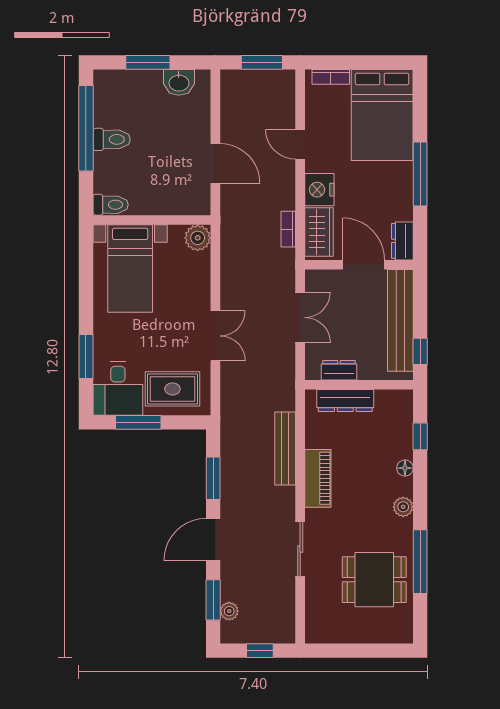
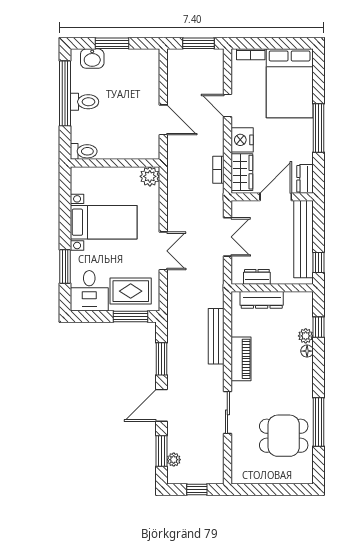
washbasin: (179, 82) -> (92, 59), moved
door: (364, 265) -> (276, 197), hinge flipped
bed with nightstands: (130, 269) -> (104, 222), moved, turned -90
window: (138, 422) -> (131, 316), moved
plant: (403, 507) -> (306, 336), moved

